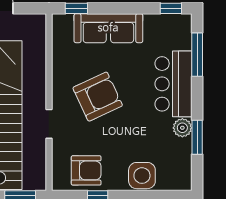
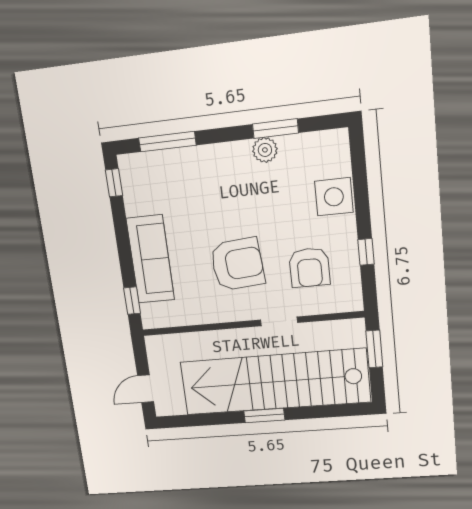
bar counter: (173, 84) -> (209, 168), removed
armchair: (98, 97) -> (237, 264), turned 110
armchair: (86, 170) -> (309, 268), moved, turned 180

